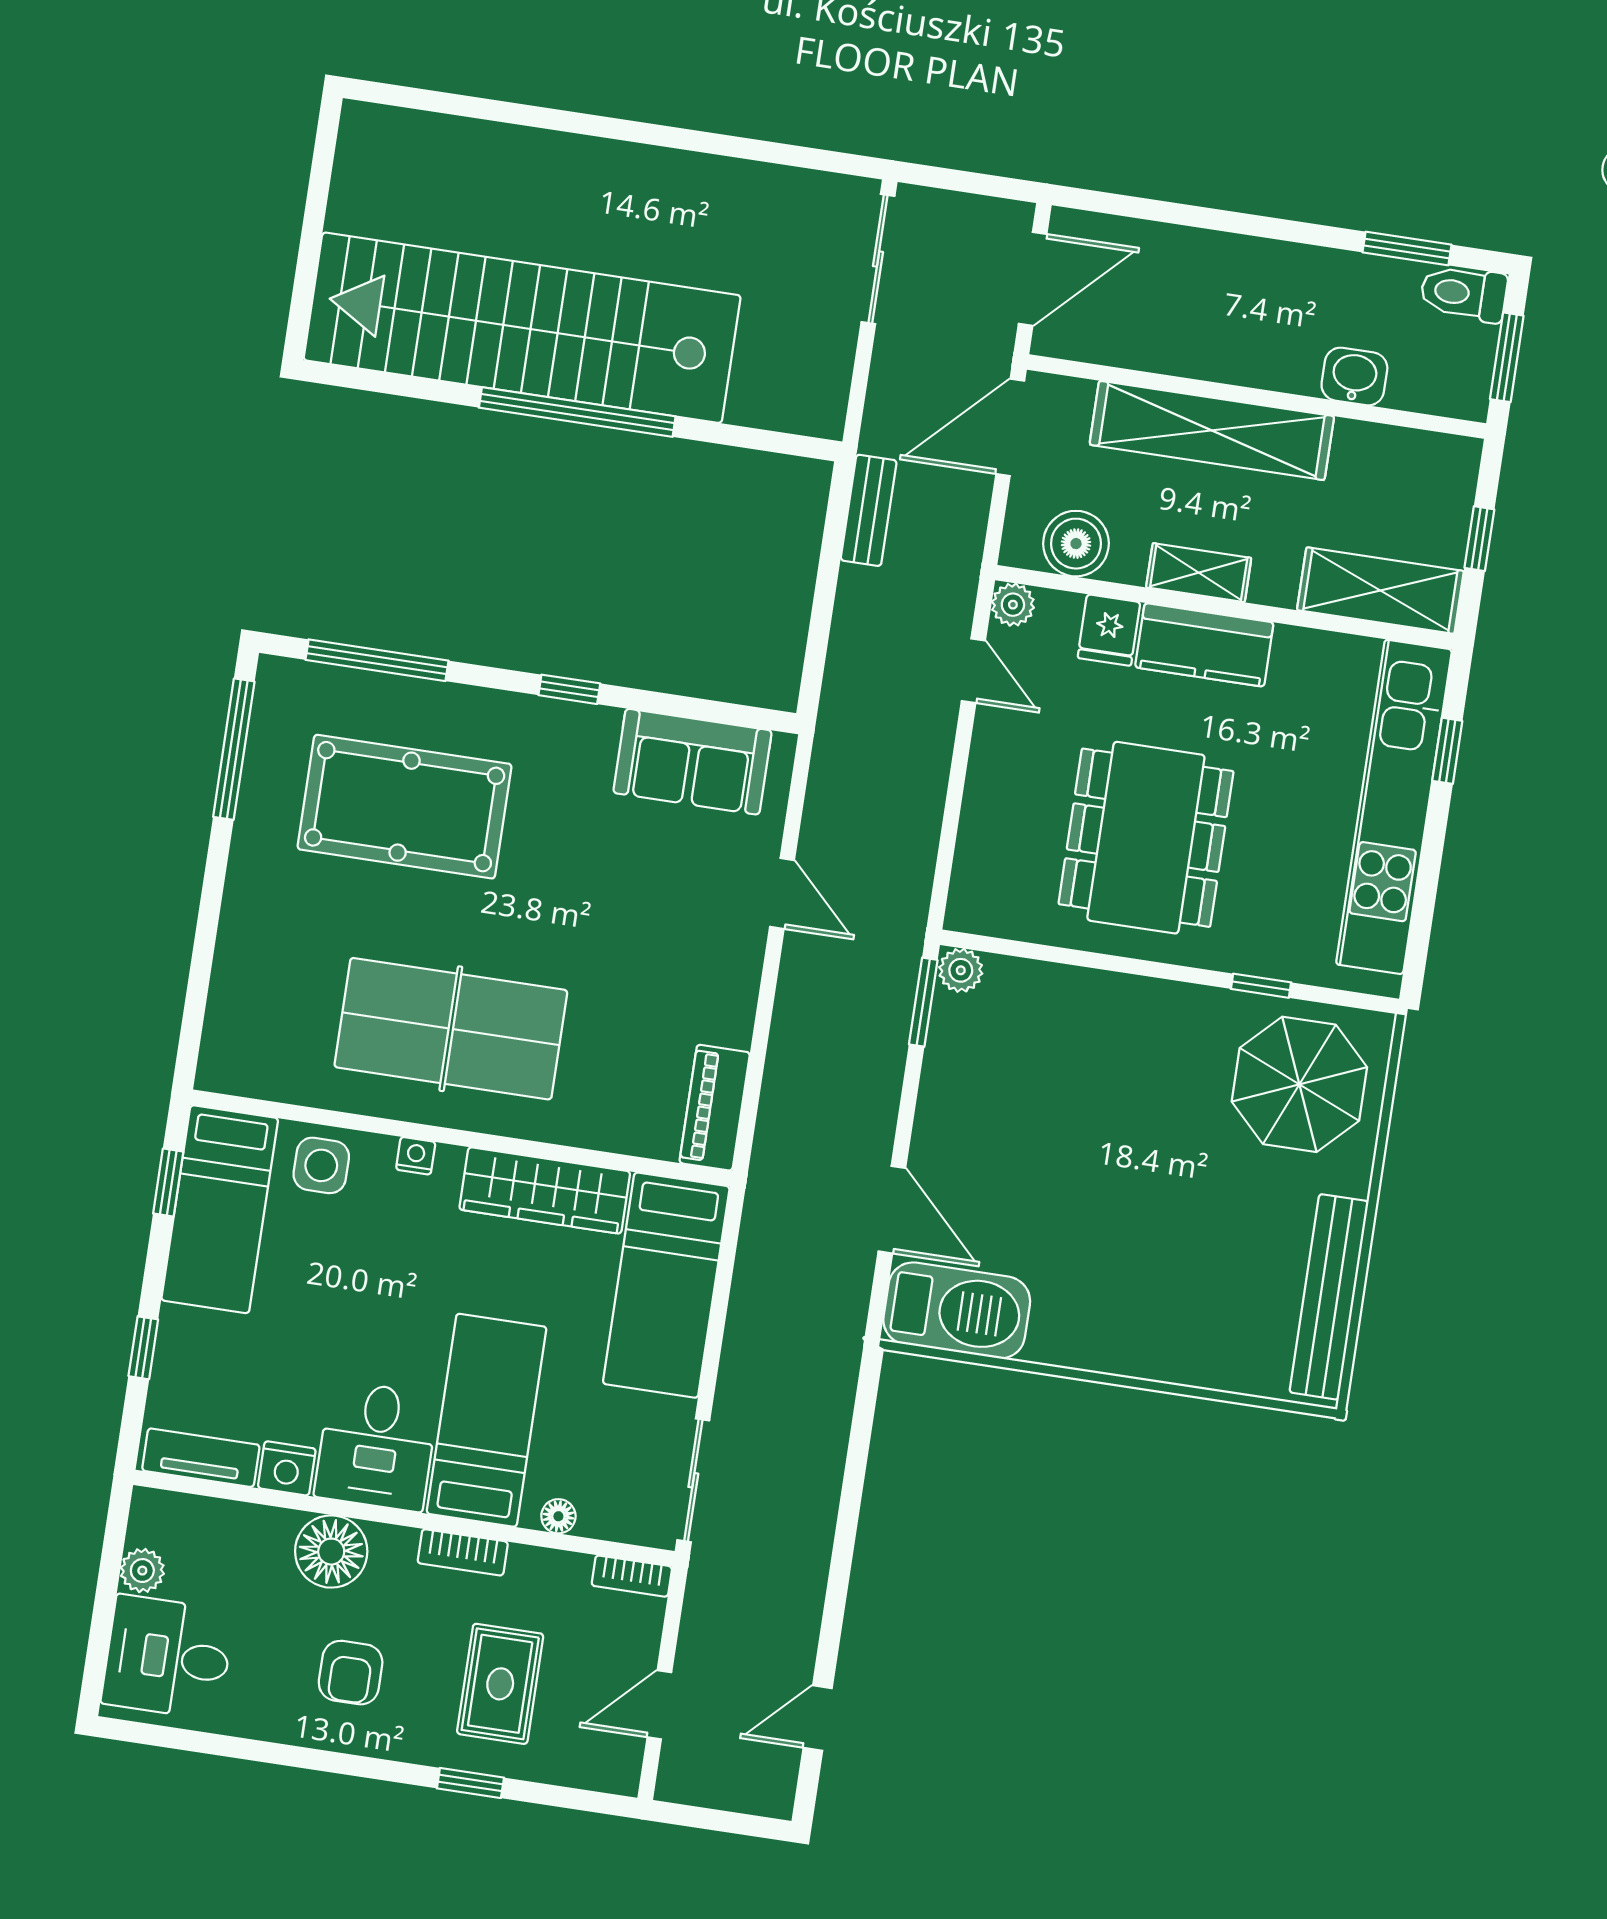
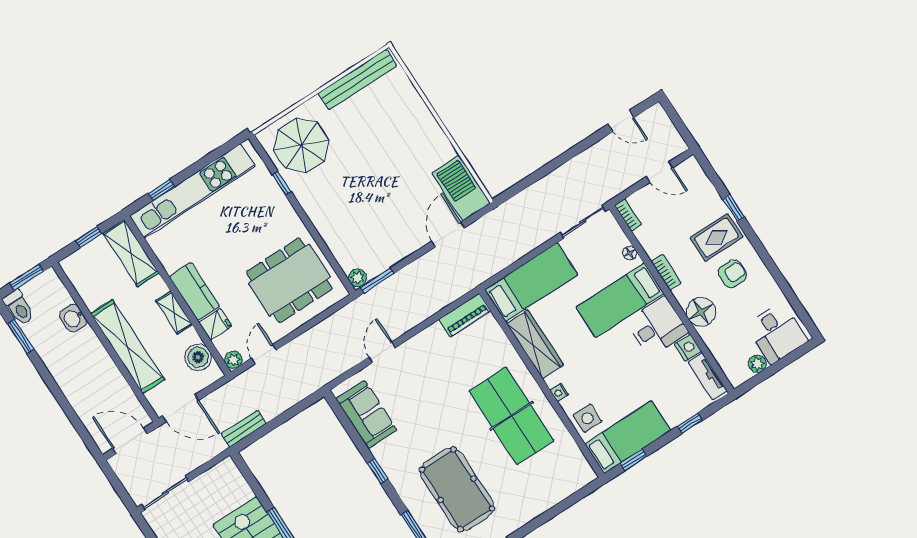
dining table: (1146, 838) -> (289, 280), moved
rug: (500, 1684) -> (716, 238), moved

